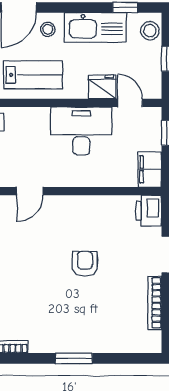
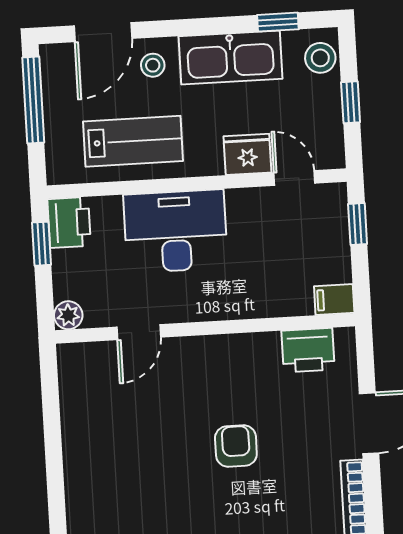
desk: (81, 131) -> (175, 231), moved
filing cabinet: (150, 169) -> (334, 300), width x0.50
printer: (149, 211) -> (308, 350), moved, turned -90

